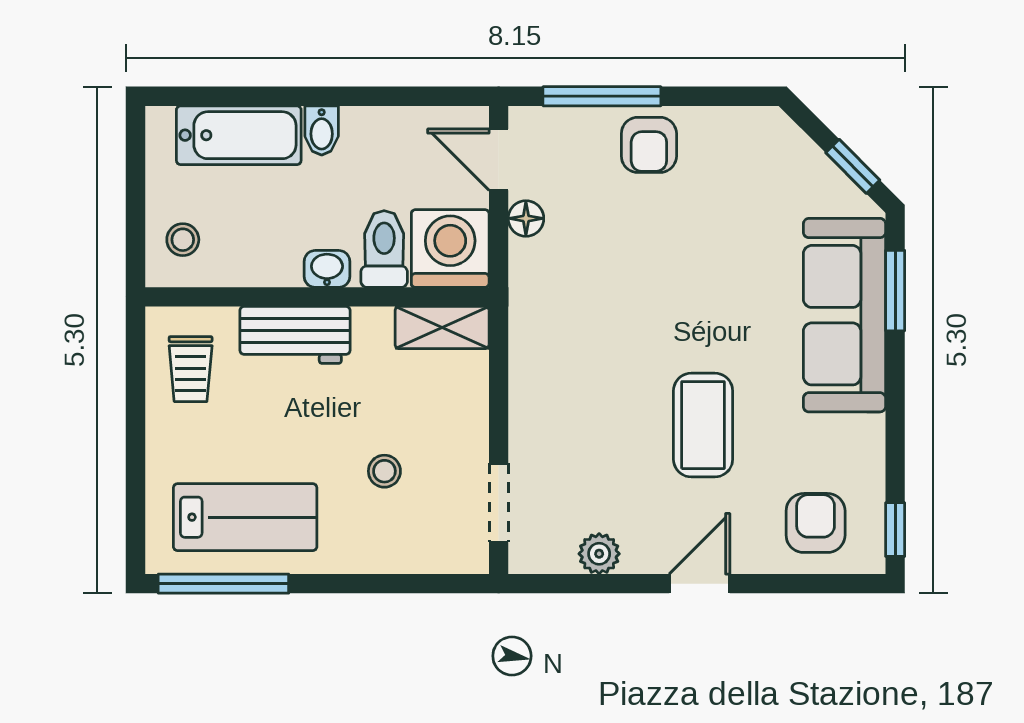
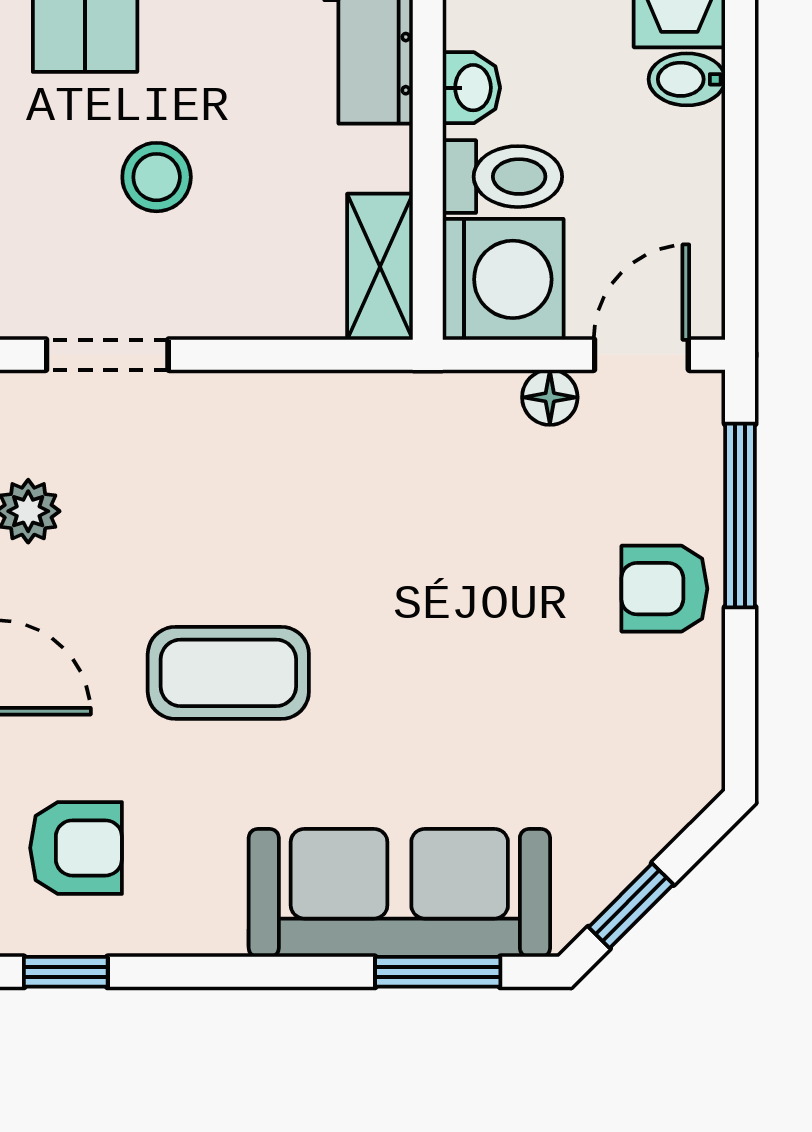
stool: (384, 471) -> (157, 177), width x1.37, depth x1.37

